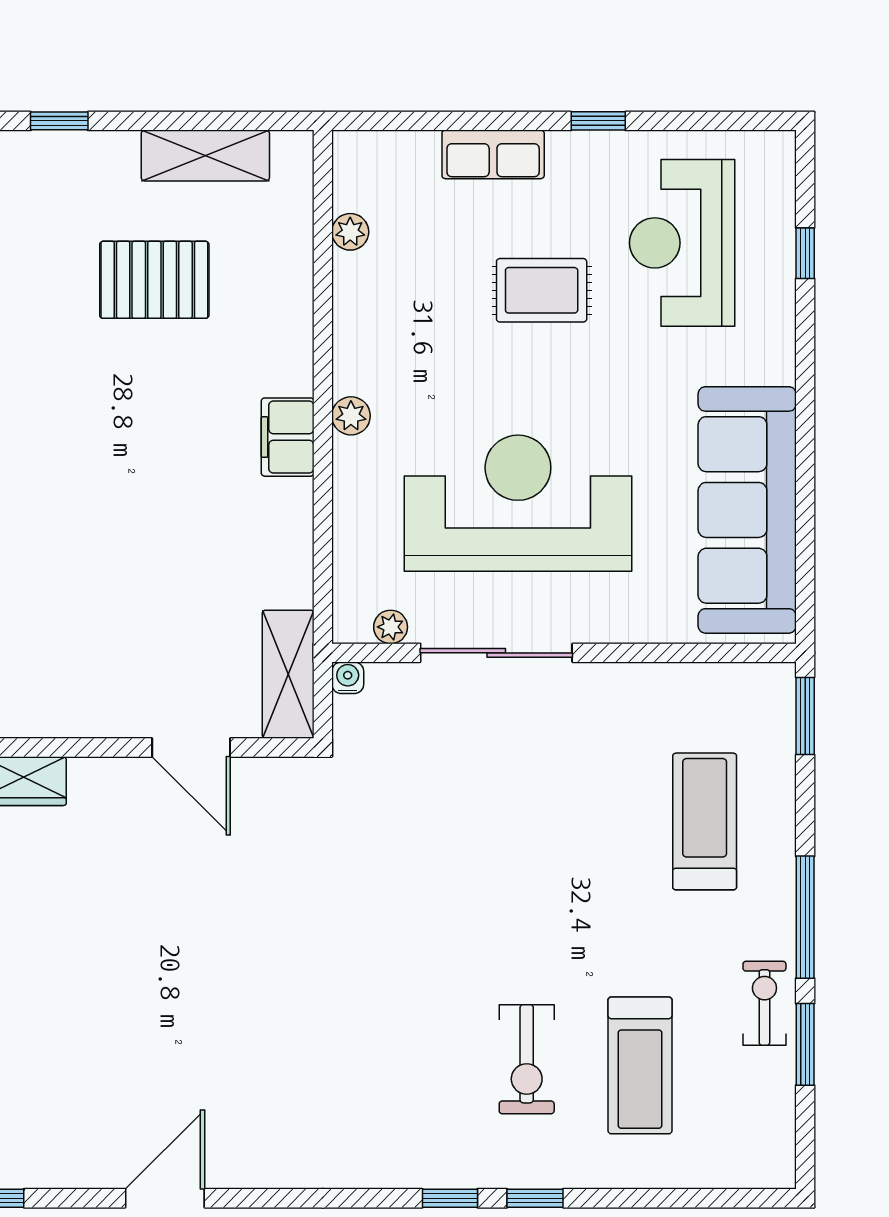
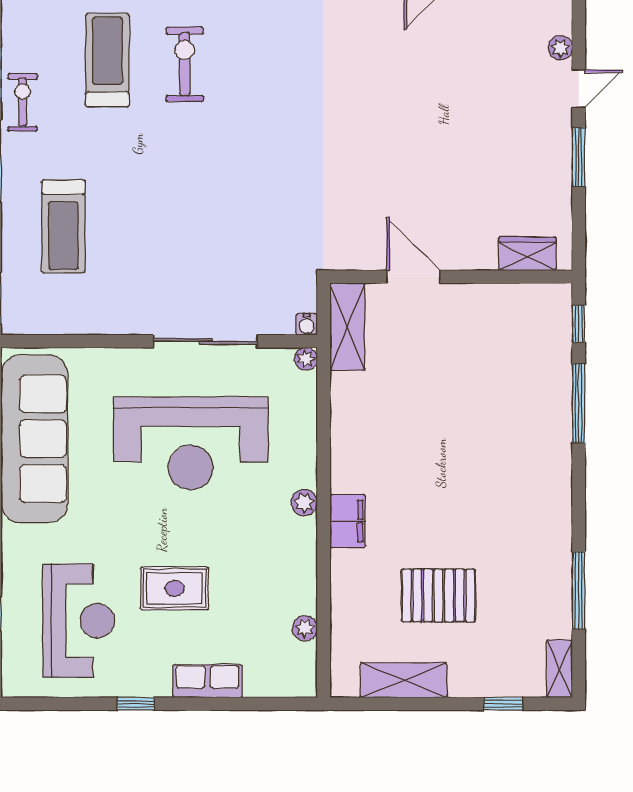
filing cabinet: (288, 437) -> (348, 521), moved
plant: (391, 627) -> (306, 359), moved
exercise bike: (764, 1003) -> (23, 102), turned 180

